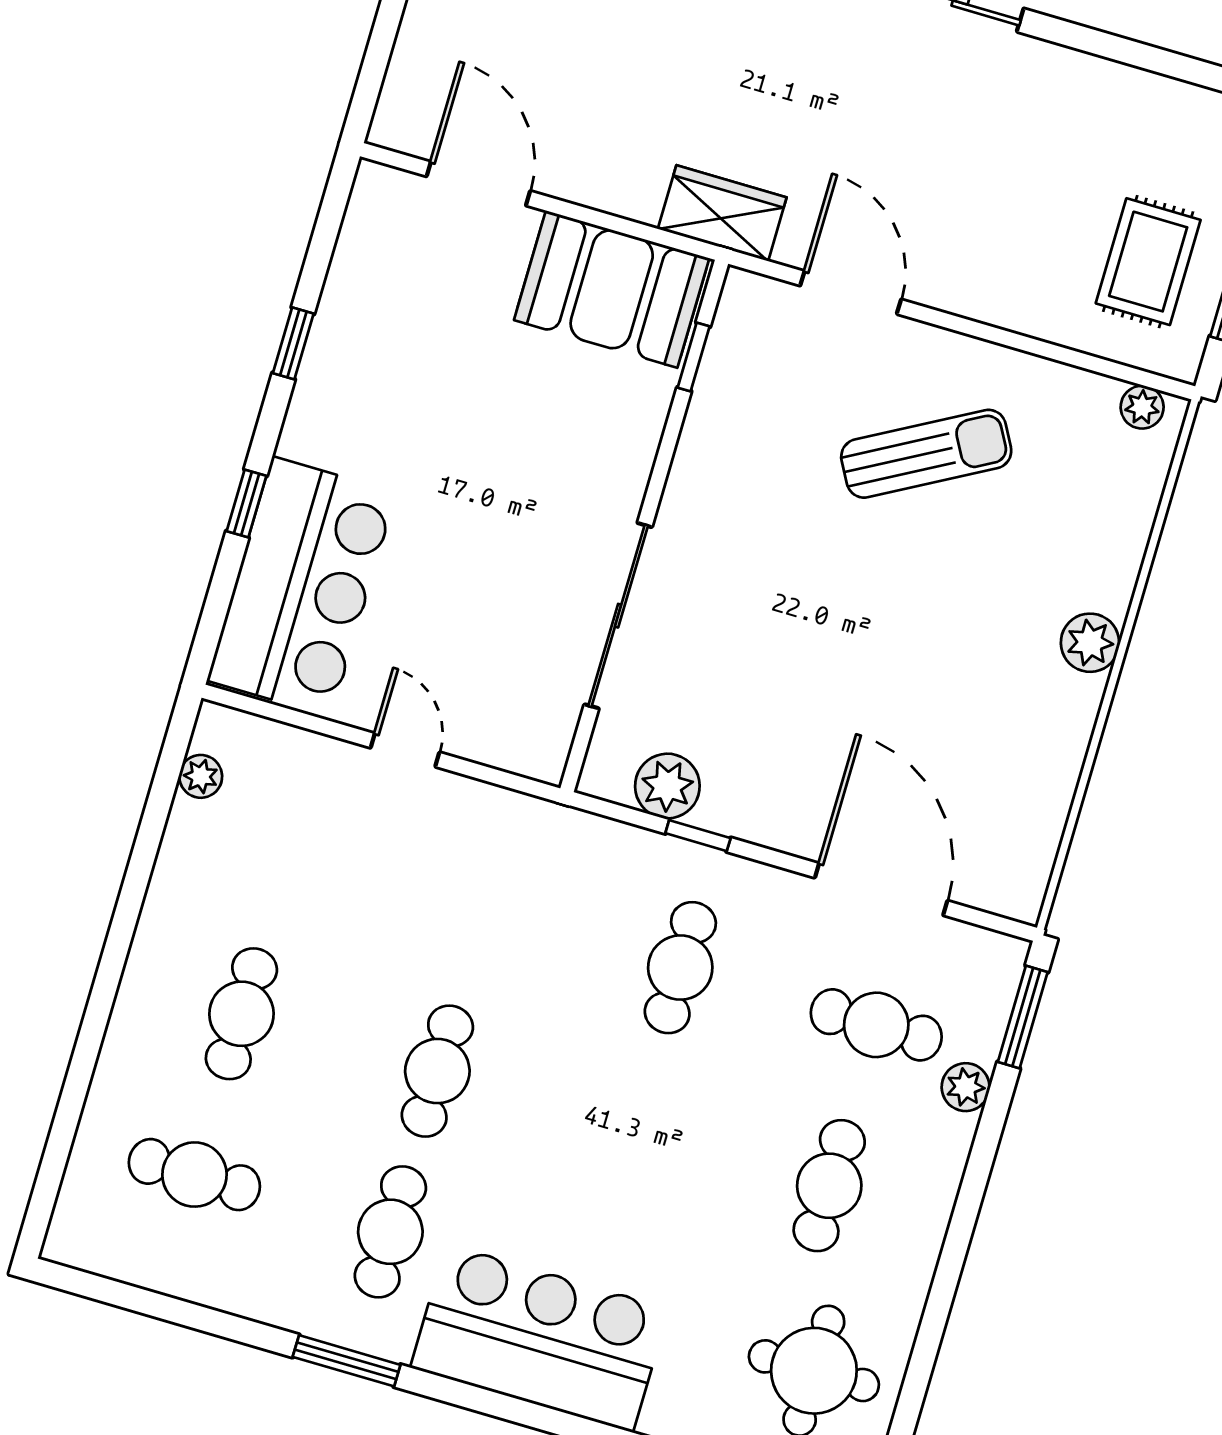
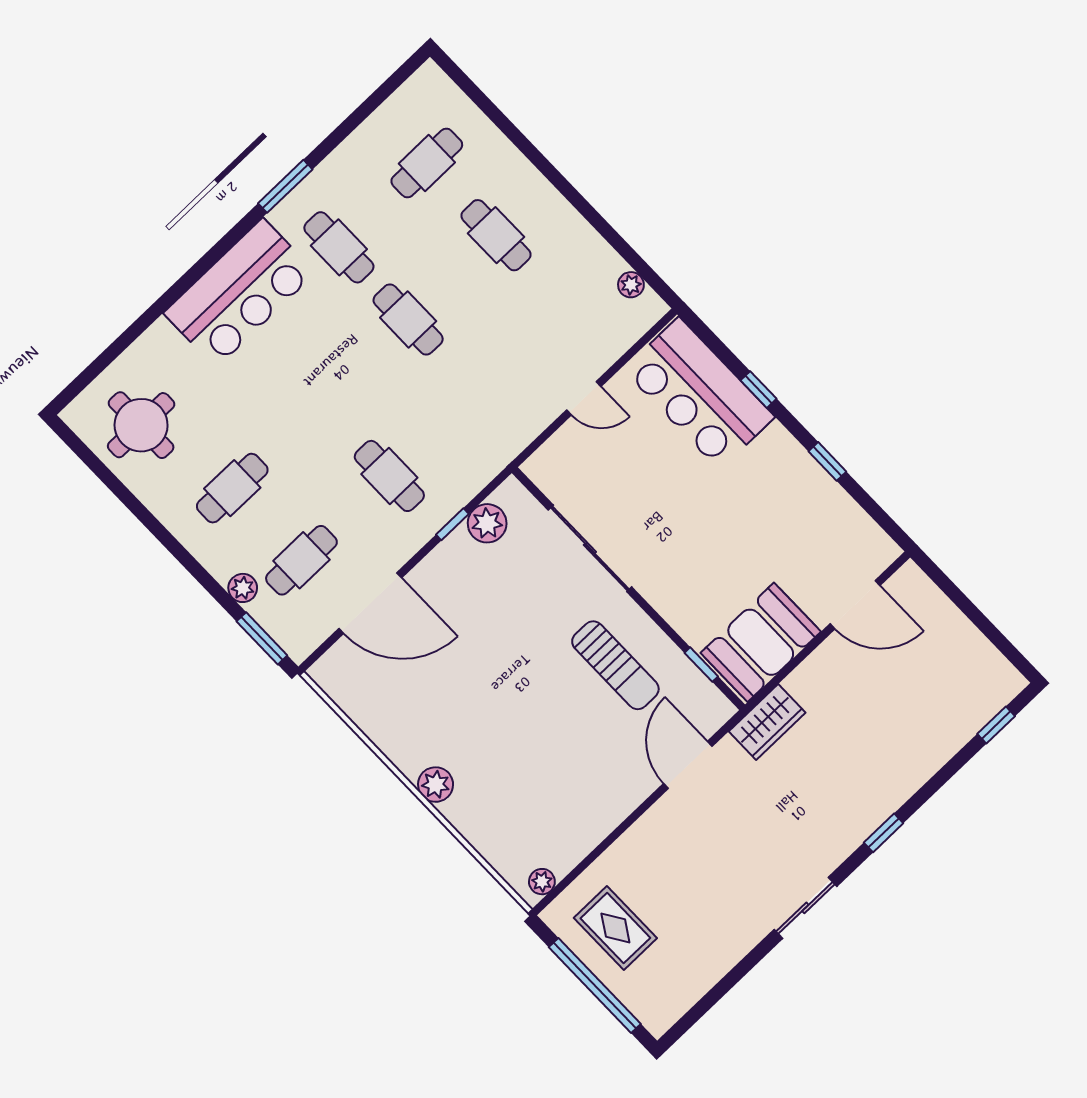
door: (851, 293) -> (688, 765), swing flipped
sun lounger: (926, 454) -> (615, 665), moved, turned -61
cafe table: (829, 1186) -> (232, 488), turned 90

